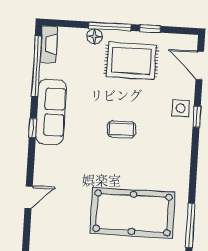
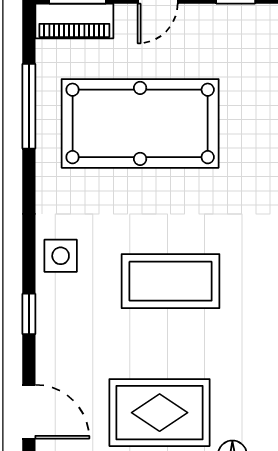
side table: (180, 108) -> (61, 256), moved
coffee table: (122, 129) -> (171, 281), width x1.86, depth x1.72

